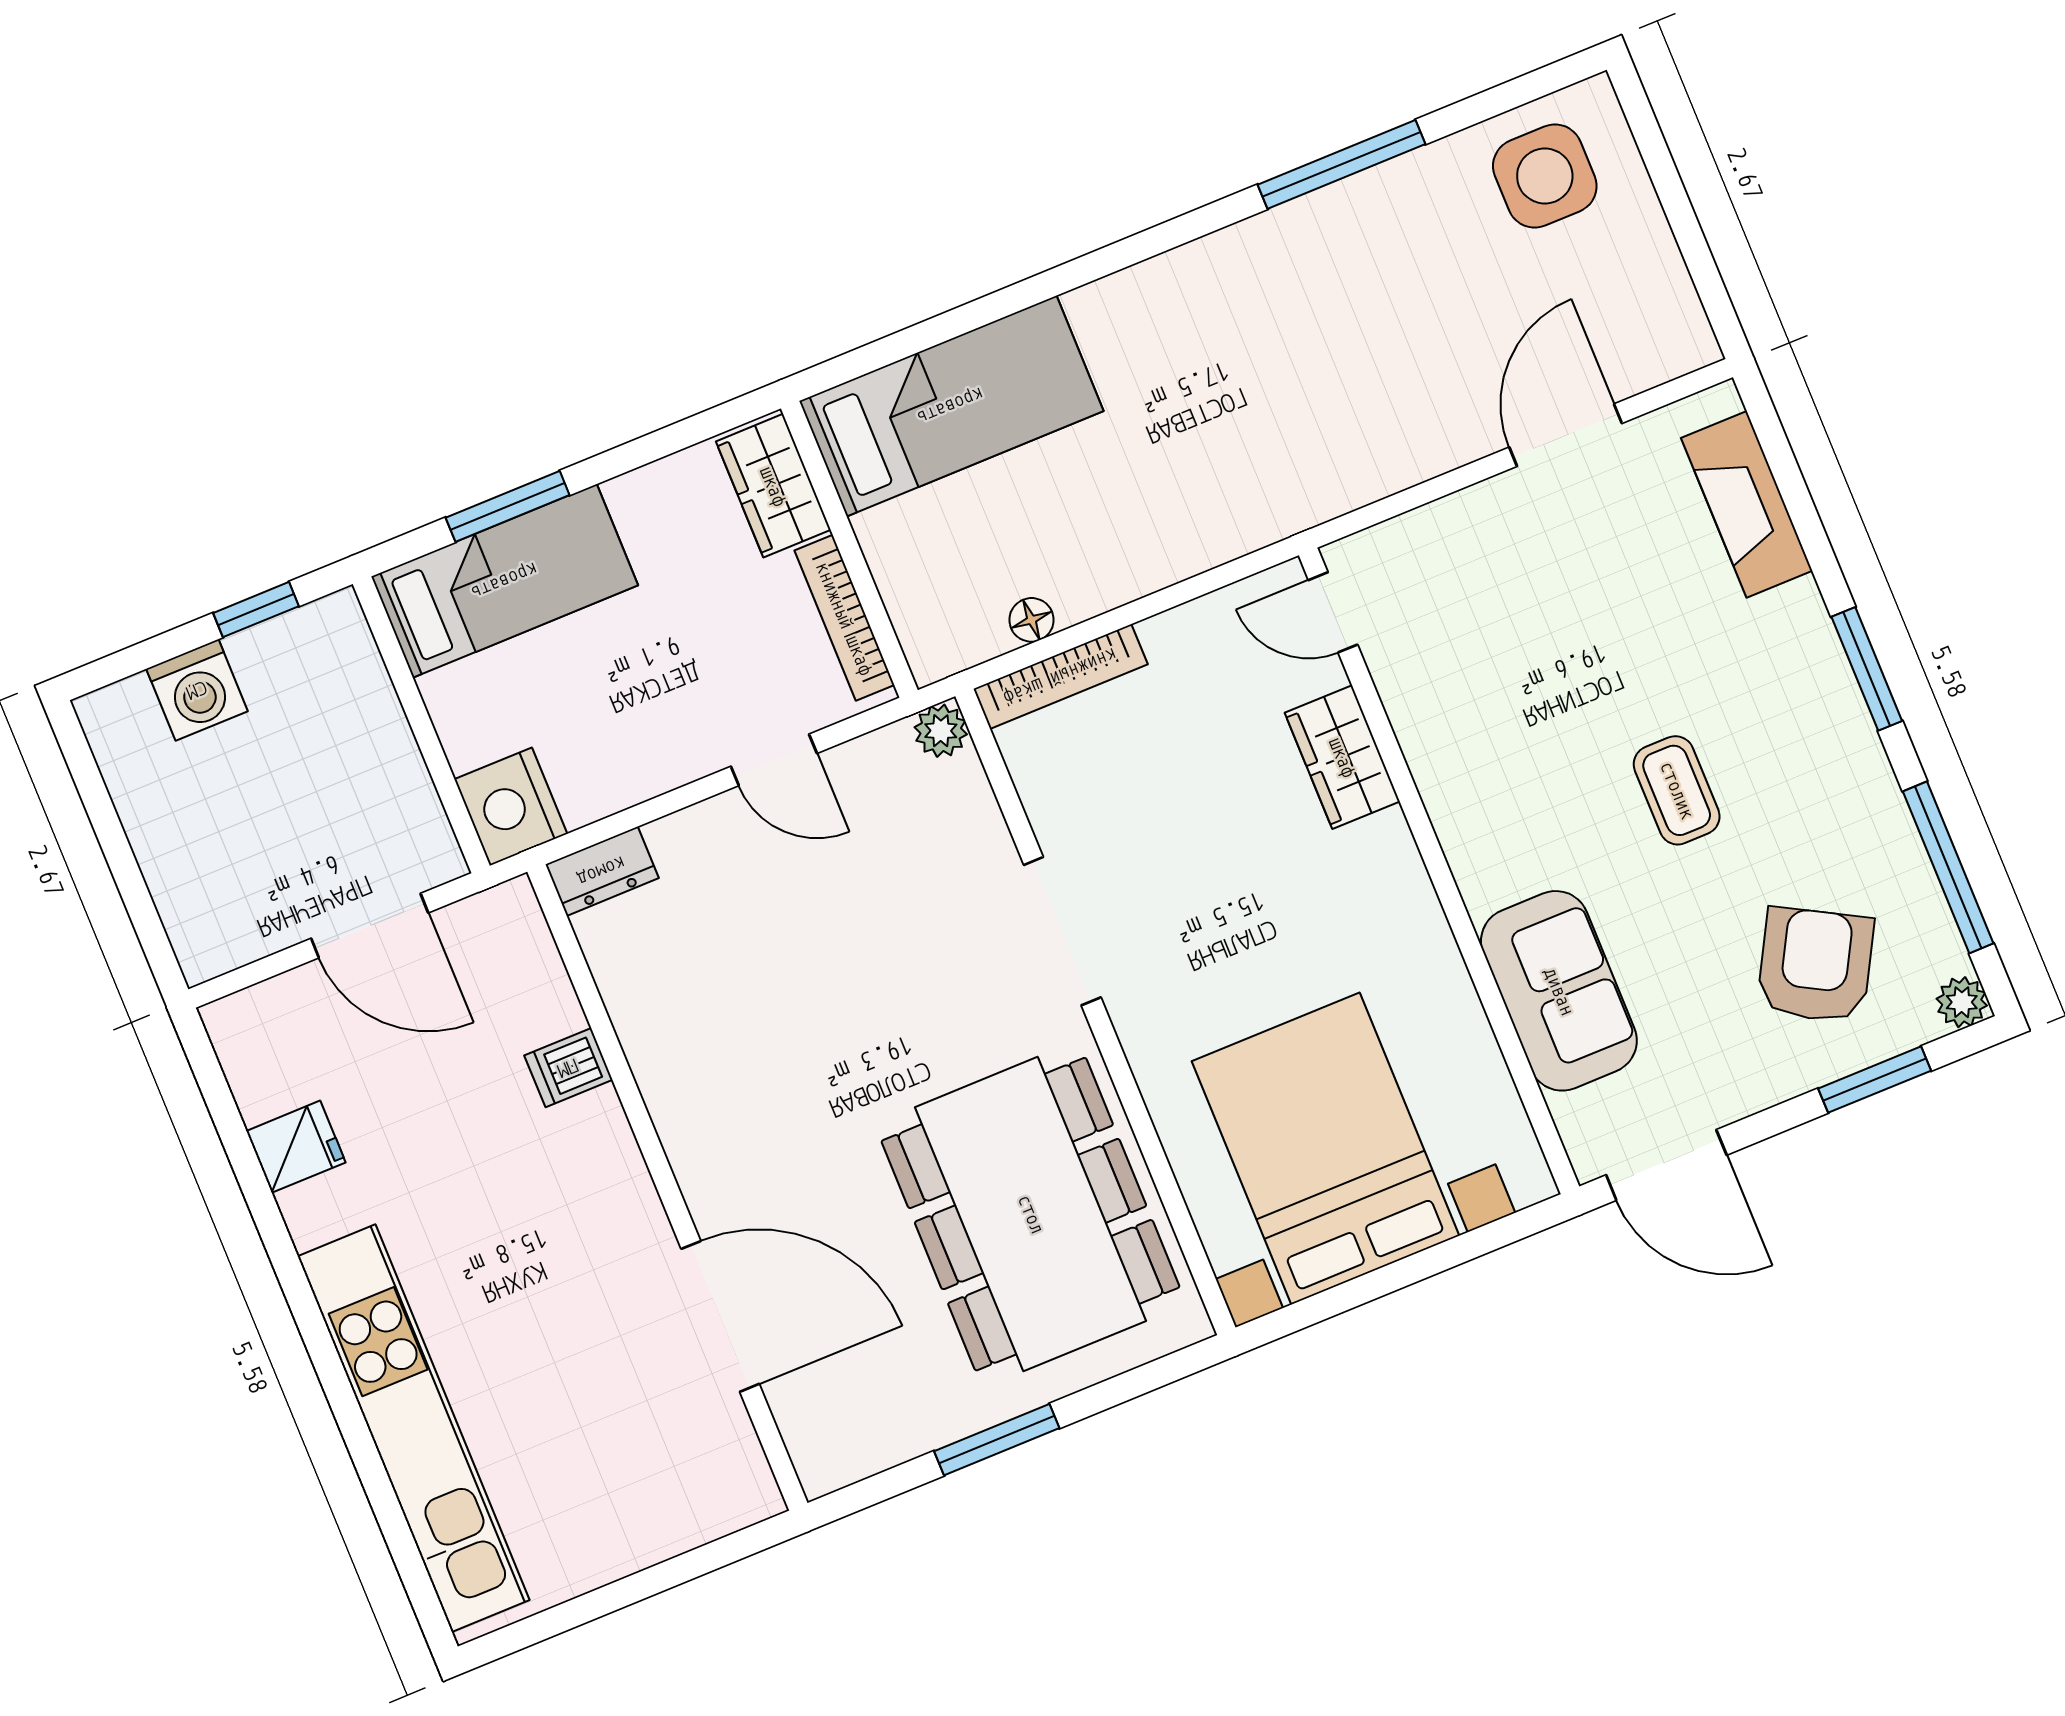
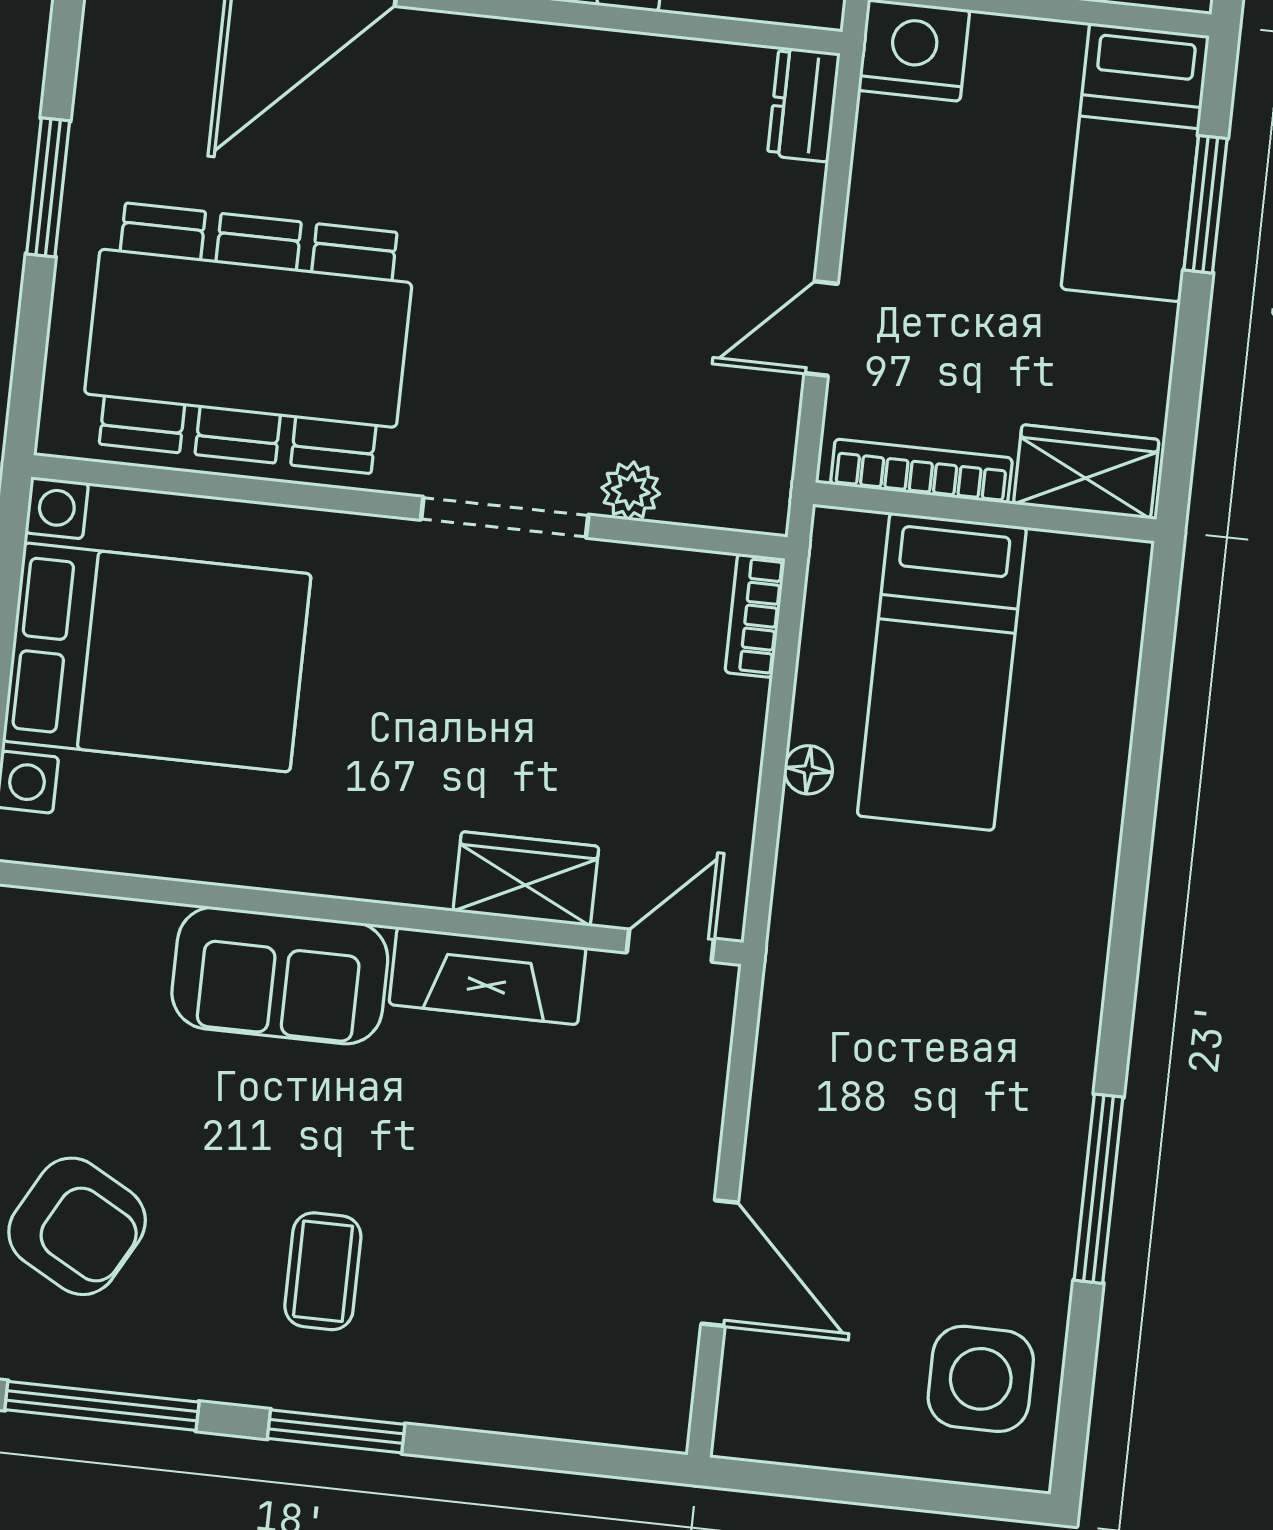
bed: (951, 406) -> (942, 672), moved
fireplace: (1747, 504) -> (487, 976), moved, turned 180
floor lamp: (1031, 620) -> (808, 770), moved
bookcase: (1061, 676) -> (755, 616), width x0.64
plant: (941, 731) -> (631, 491), moved
coffee table: (1677, 790) -> (323, 1271), moved, turned 90
sofa: (1559, 991) -> (280, 975), moved

